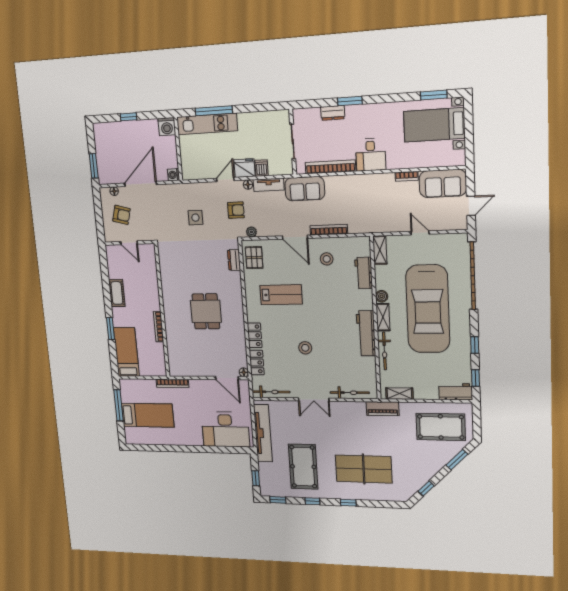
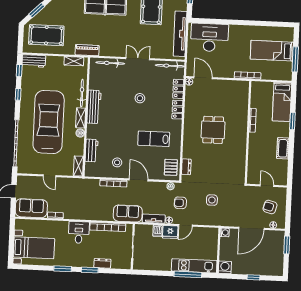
window: (434, 95) -> (63, 269), moved

